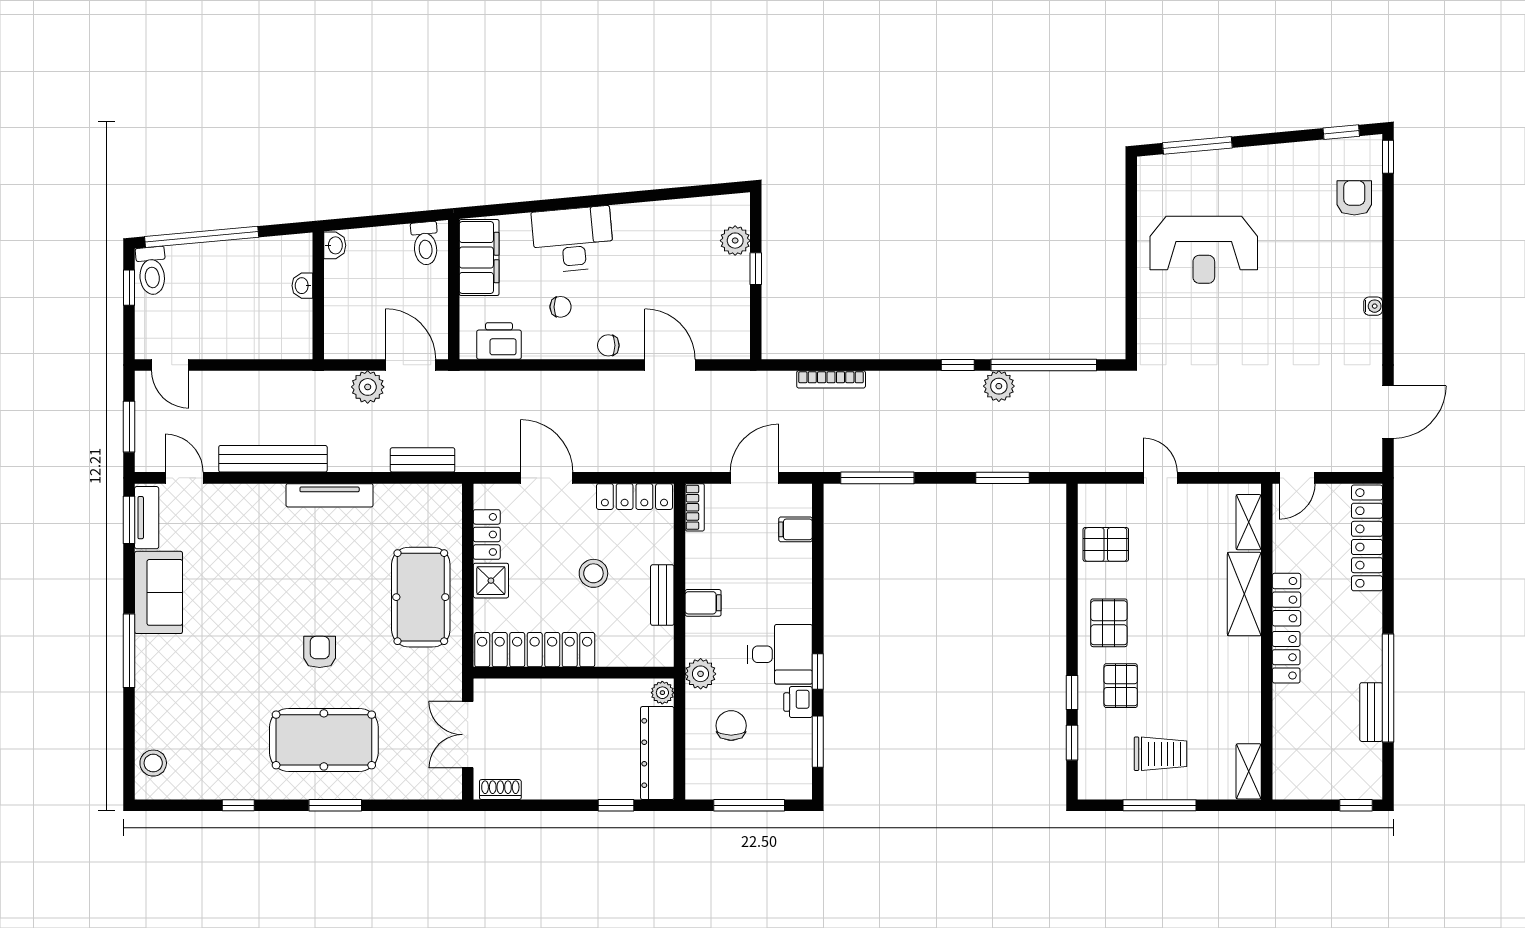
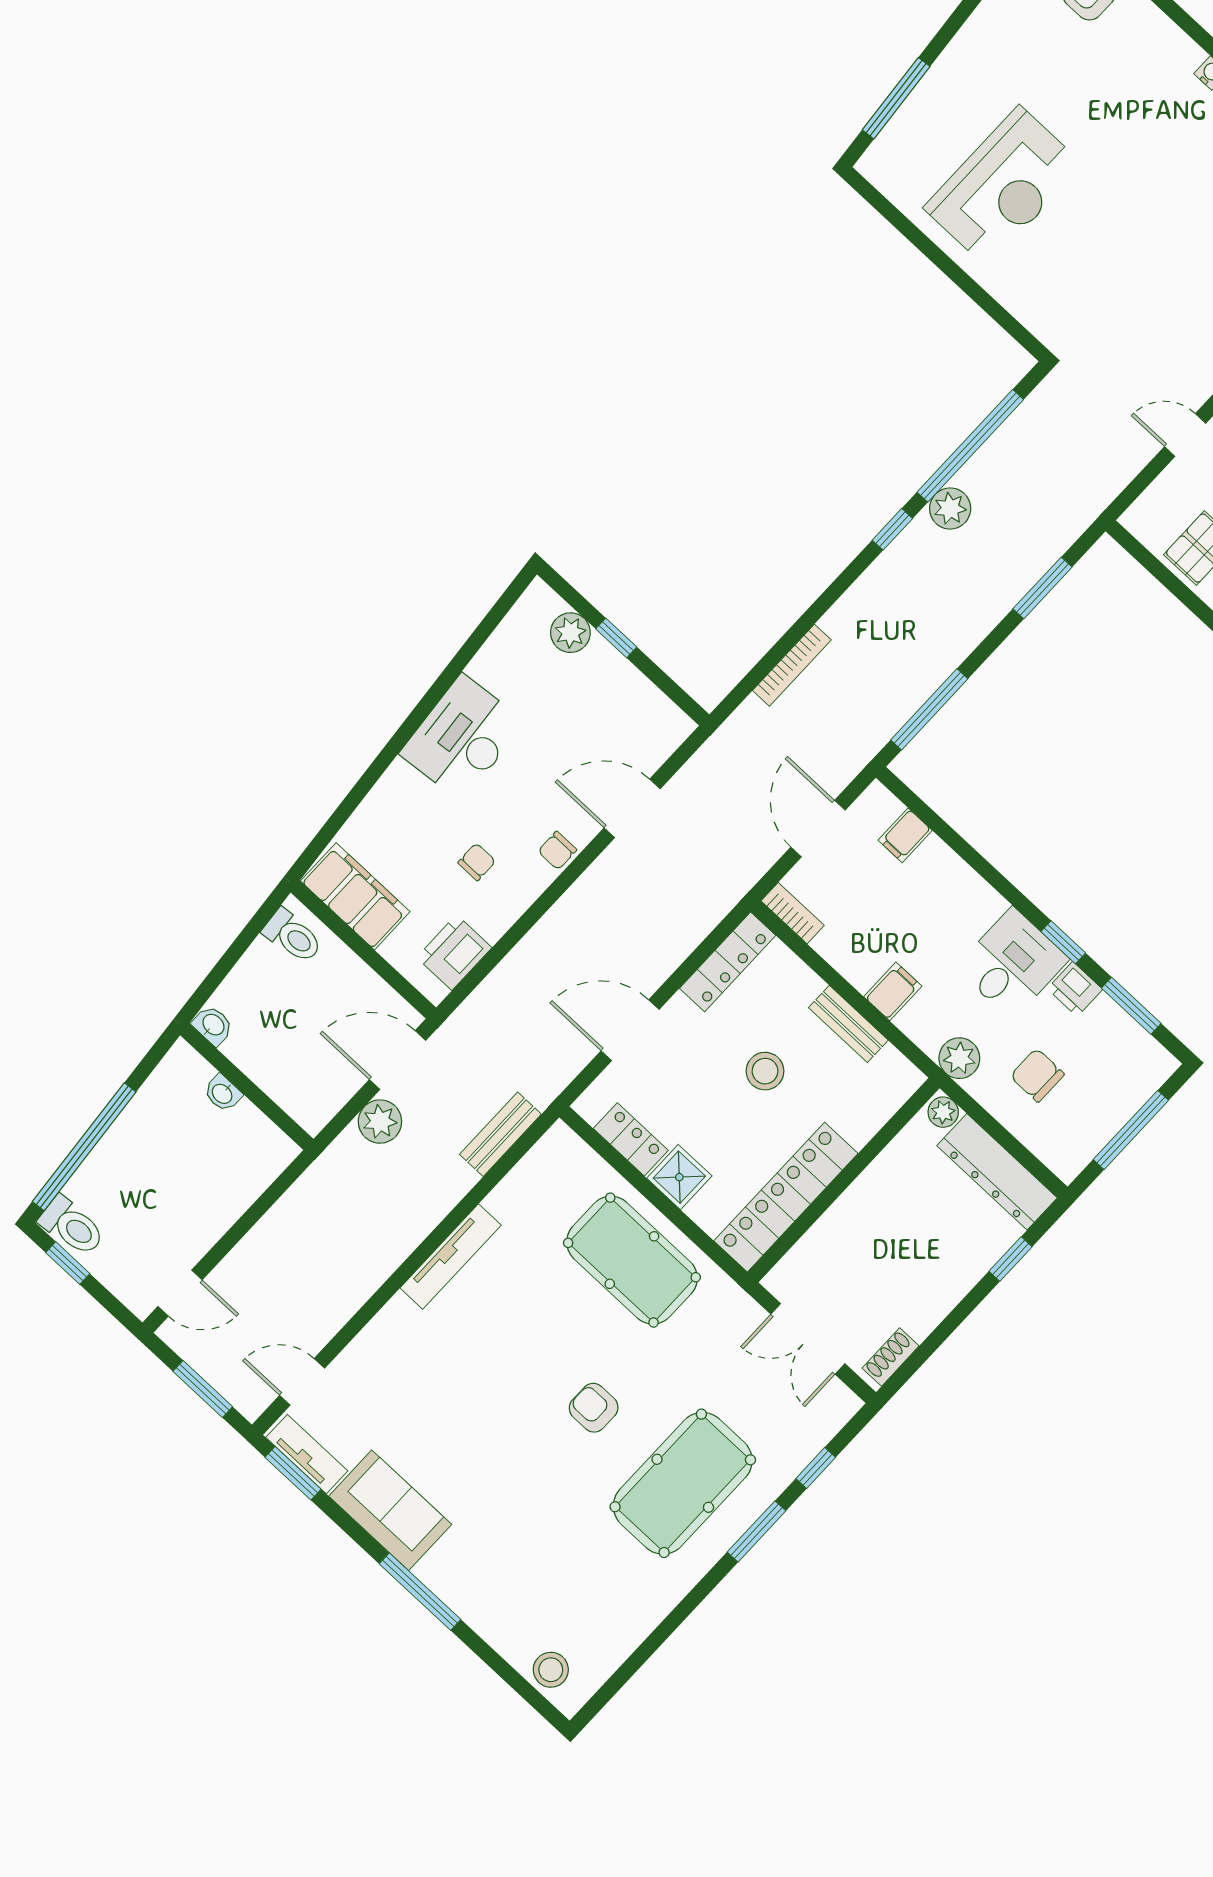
desk: (573, 239) -> (462, 738), moved
bench: (273, 459) -> (364, 1278), removed
window: (238, 805) -> (816, 1468), moved

